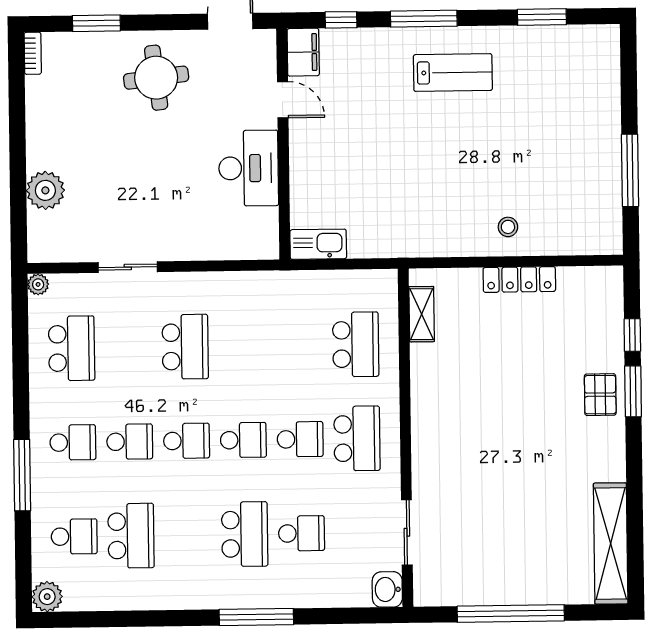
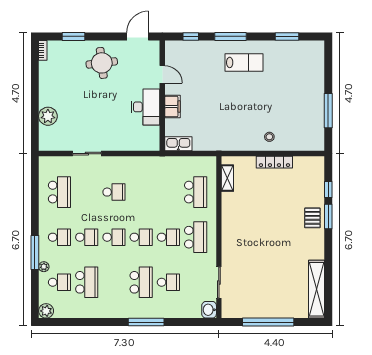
filing cabinet: (303, 52) -> (172, 107), moved
plant: (38, 284) -> (44, 267), moved
school desk: (185, 347) -> (114, 192), width x0.54

